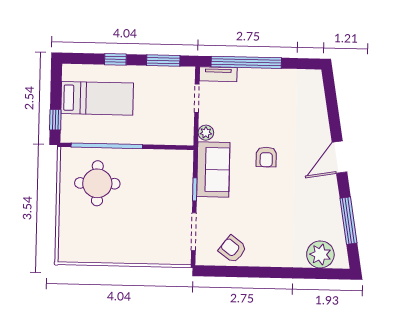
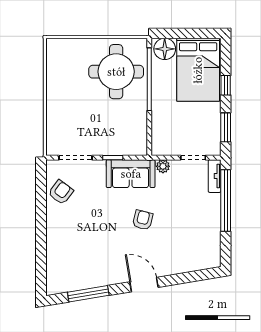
bed: (97, 98) -> (198, 70), width x1.50
window: (55, 120) -> (171, 33), removed
floor lamp: (73, 128) -> (165, 49), added
armchair: (266, 157) -> (143, 220), turned 104
round table: (97, 183) -> (116, 72), width x1.36, depth x1.36
plant: (320, 254) -> (58, 270), removed

